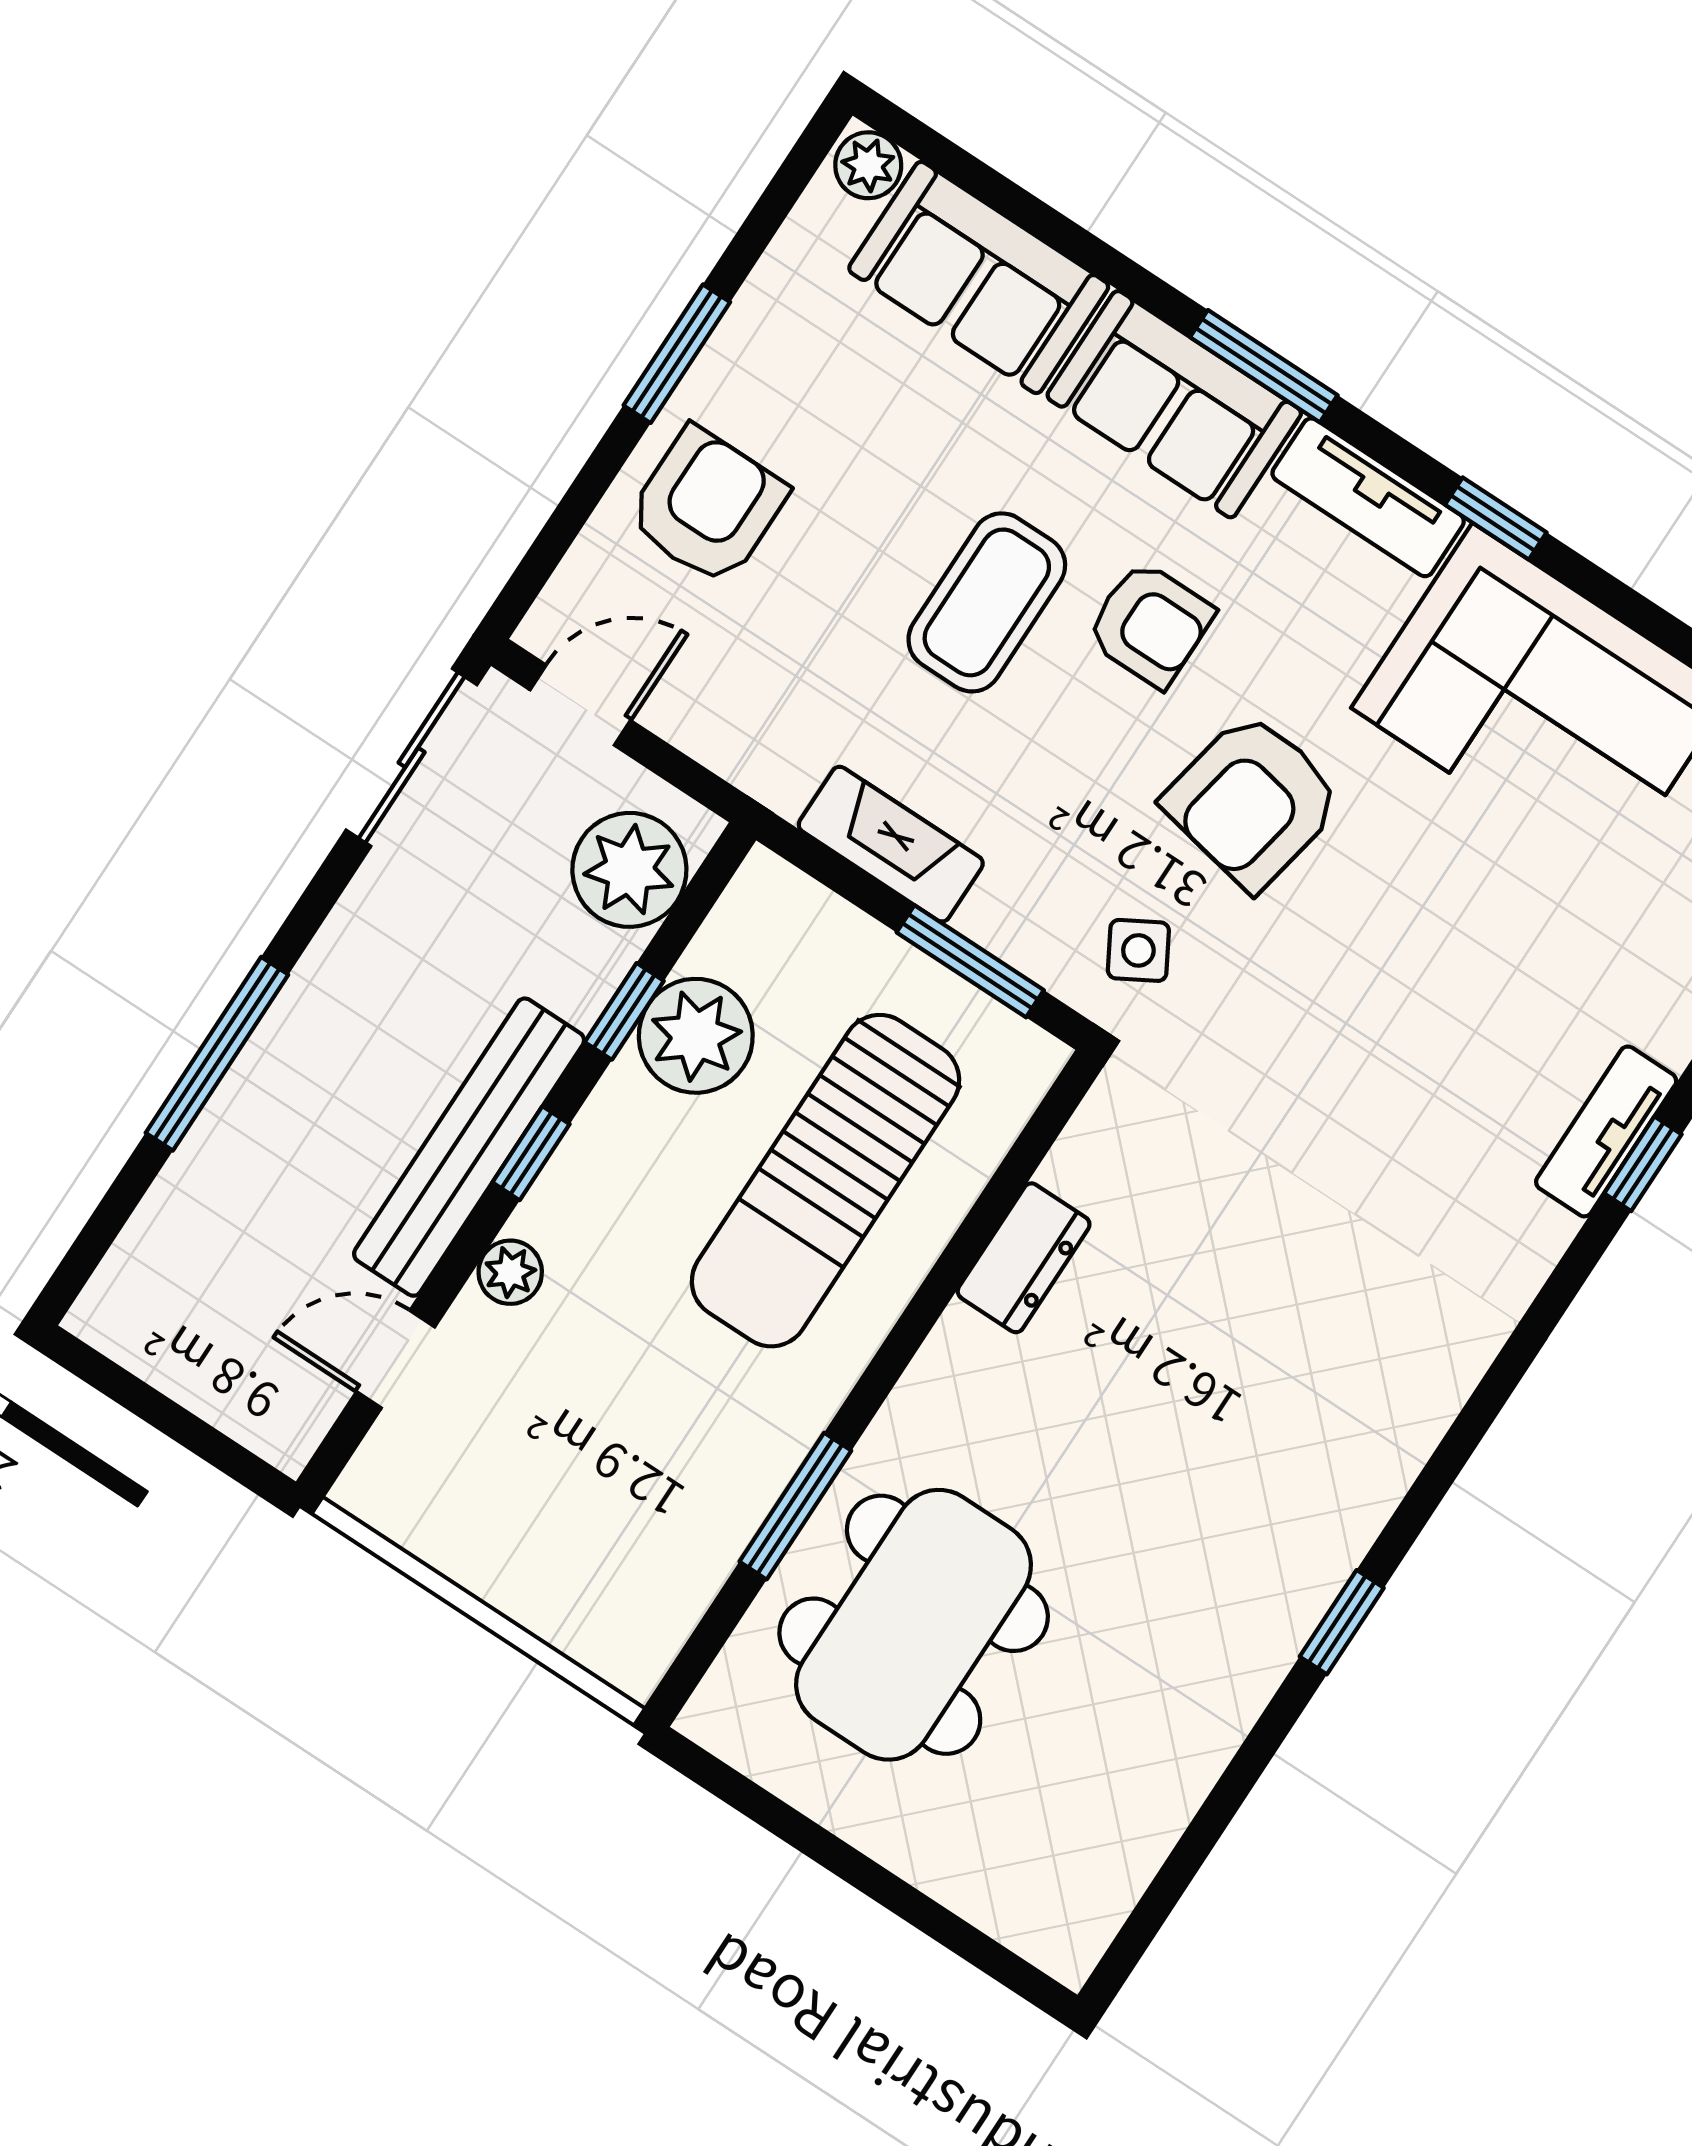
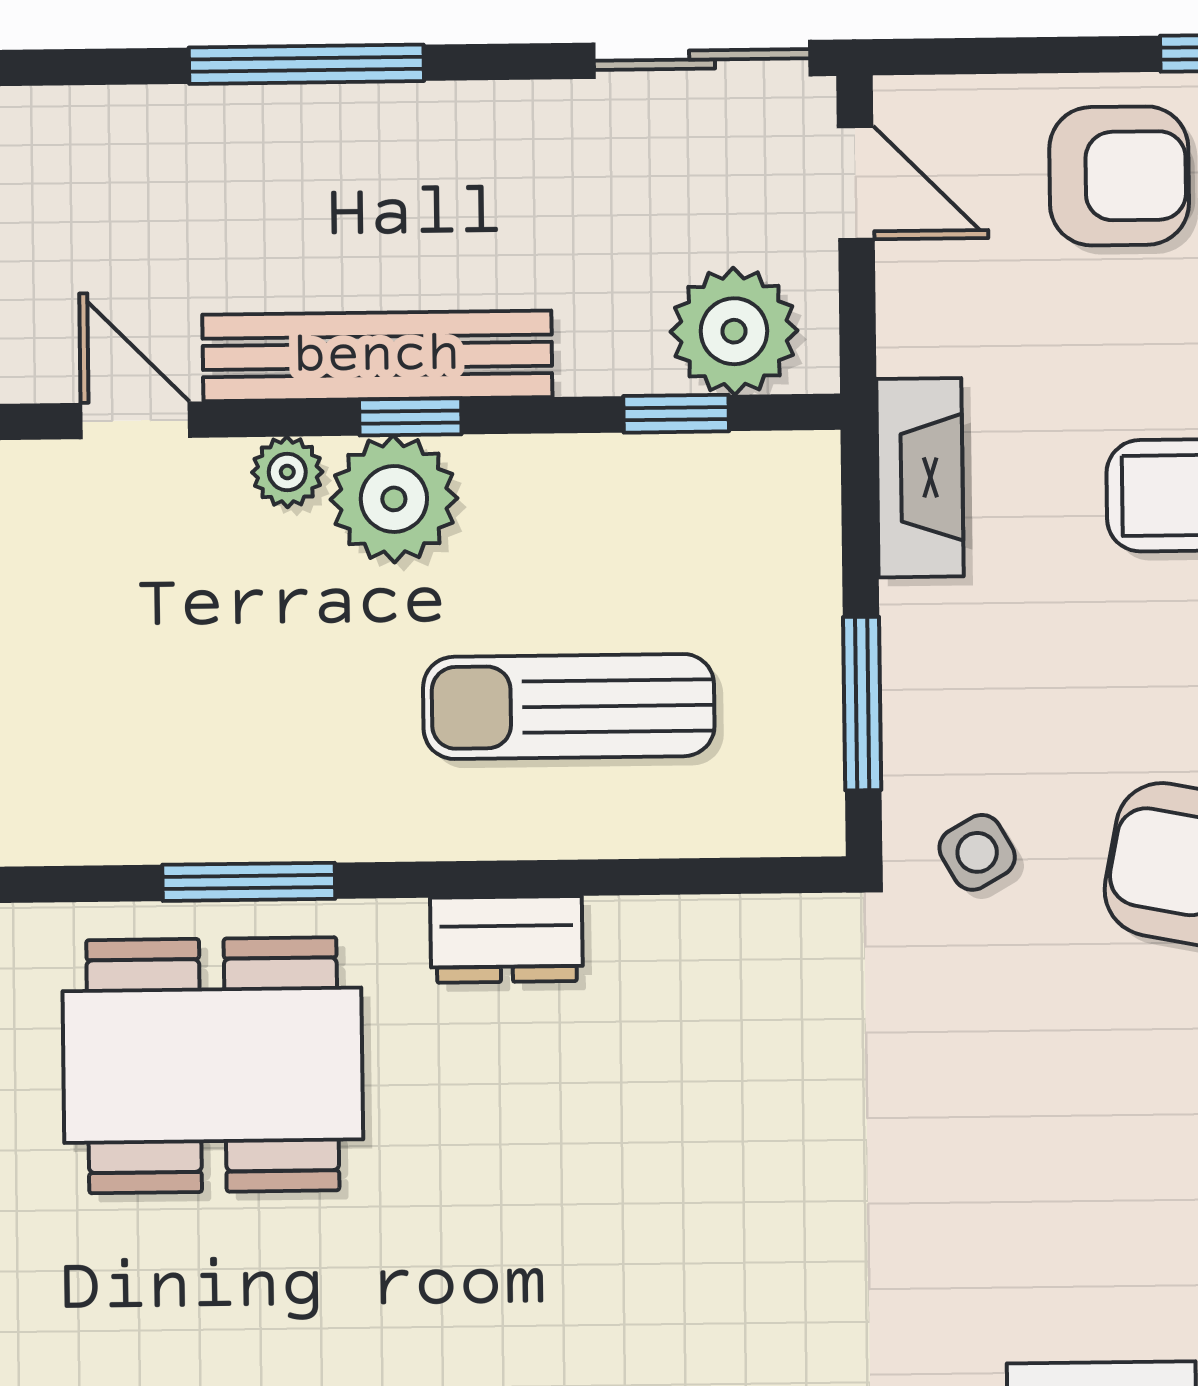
fireplace: (891, 844) -> (920, 478), moved
window: (624, 1011) -> (676, 414), moved
plant: (696, 1036) -> (394, 499), moved
sun lounger: (825, 1181) -> (569, 706), width x0.73, depth x0.75
dresser: (1024, 1258) -> (506, 939), moved

